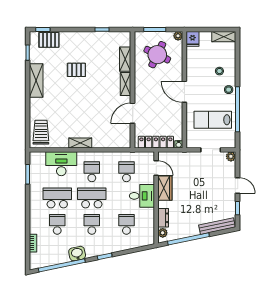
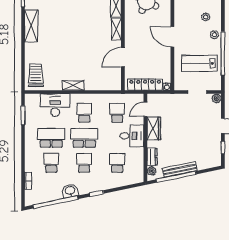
pallet: (76, 70) -> (70, 16), removed
door: (156, 168) -> (145, 109), swing flipped
bench: (217, 226) -> (180, 169), moved

